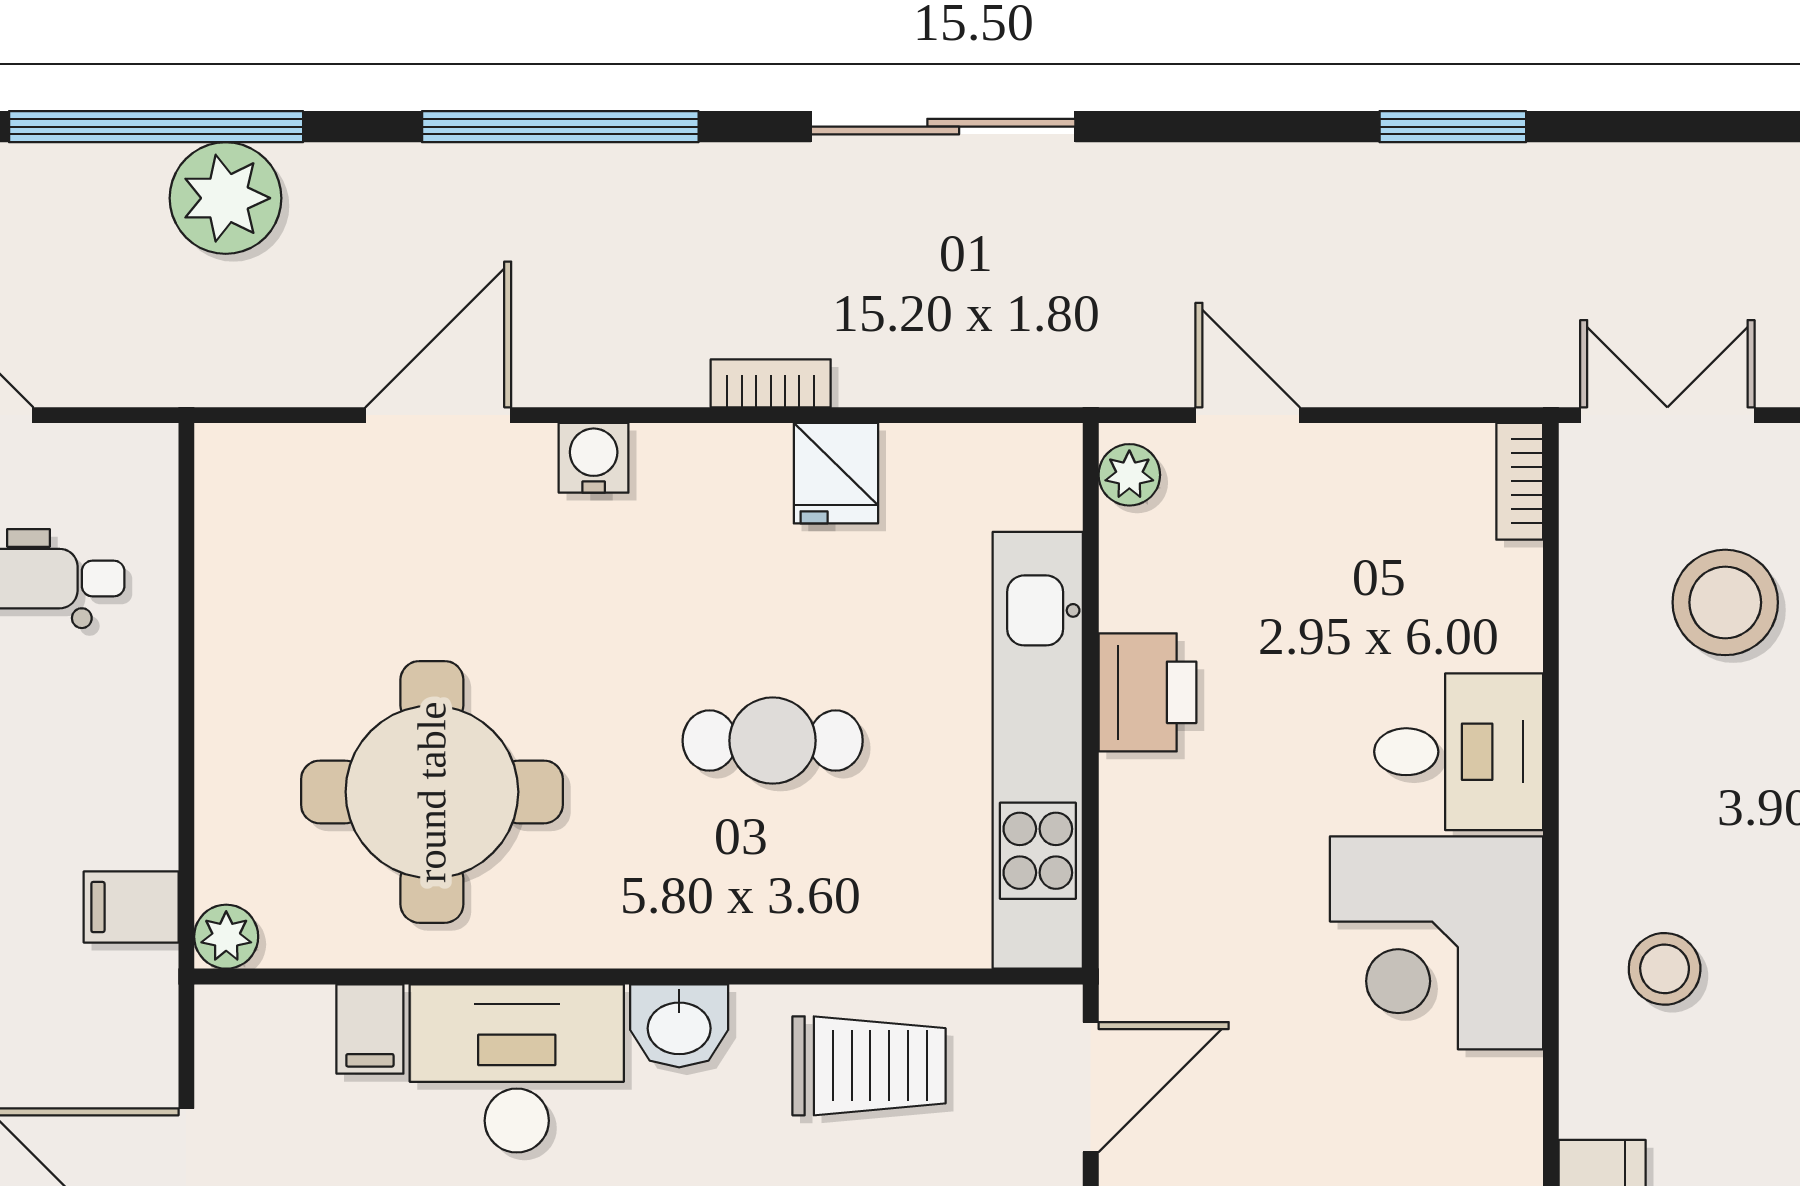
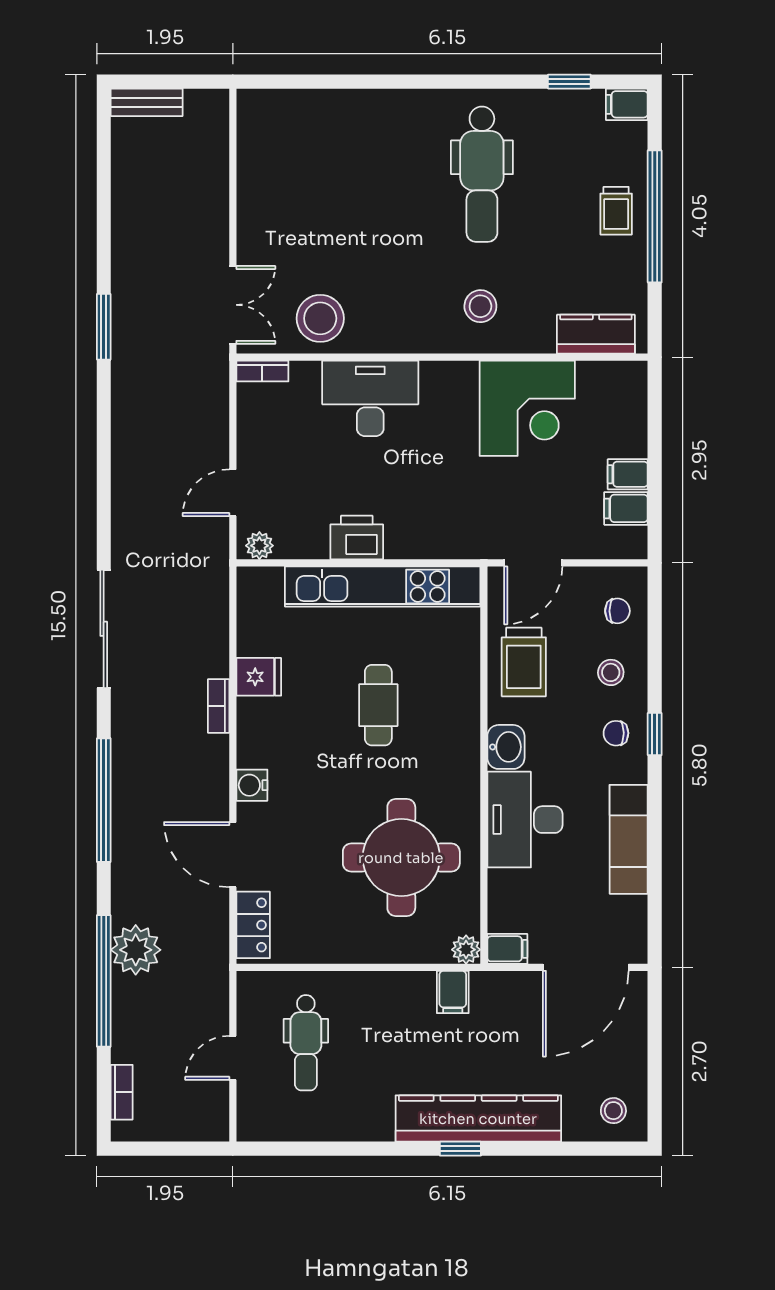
window: (1453, 127) -> (104, 327), moved
double door: (1667, 415) -> (233, 305), swing flipped
locker: (281, 461) -> (253, 925), added
stool: (1725, 602) -> (320, 318), moved
desk: (1459, 752) -> (370, 398), width x1.37
corner desk: (1436, 943) -> (527, 408), moved
filing cabinet: (370, 1029) -> (507, 949), moved
trolley: (869, 1066) -> (524, 662), turned 180
door: (1091, 1087) -> (533, 563), swing flipped

